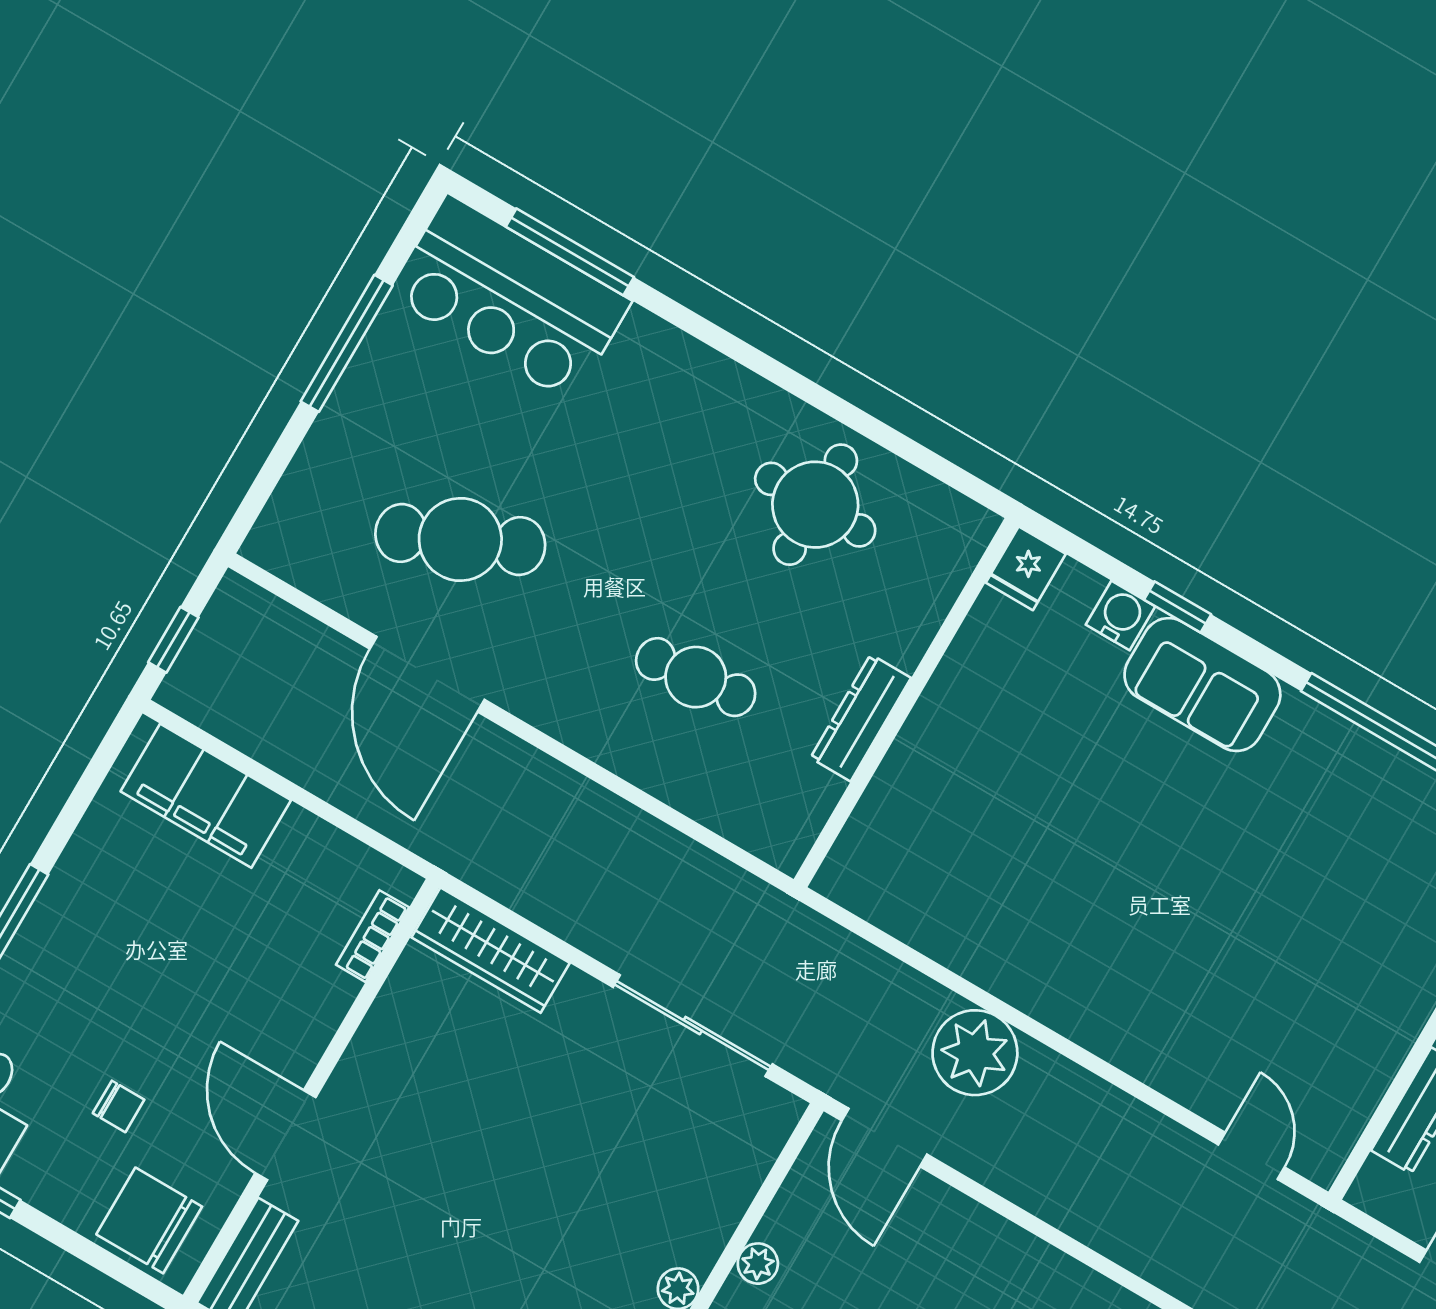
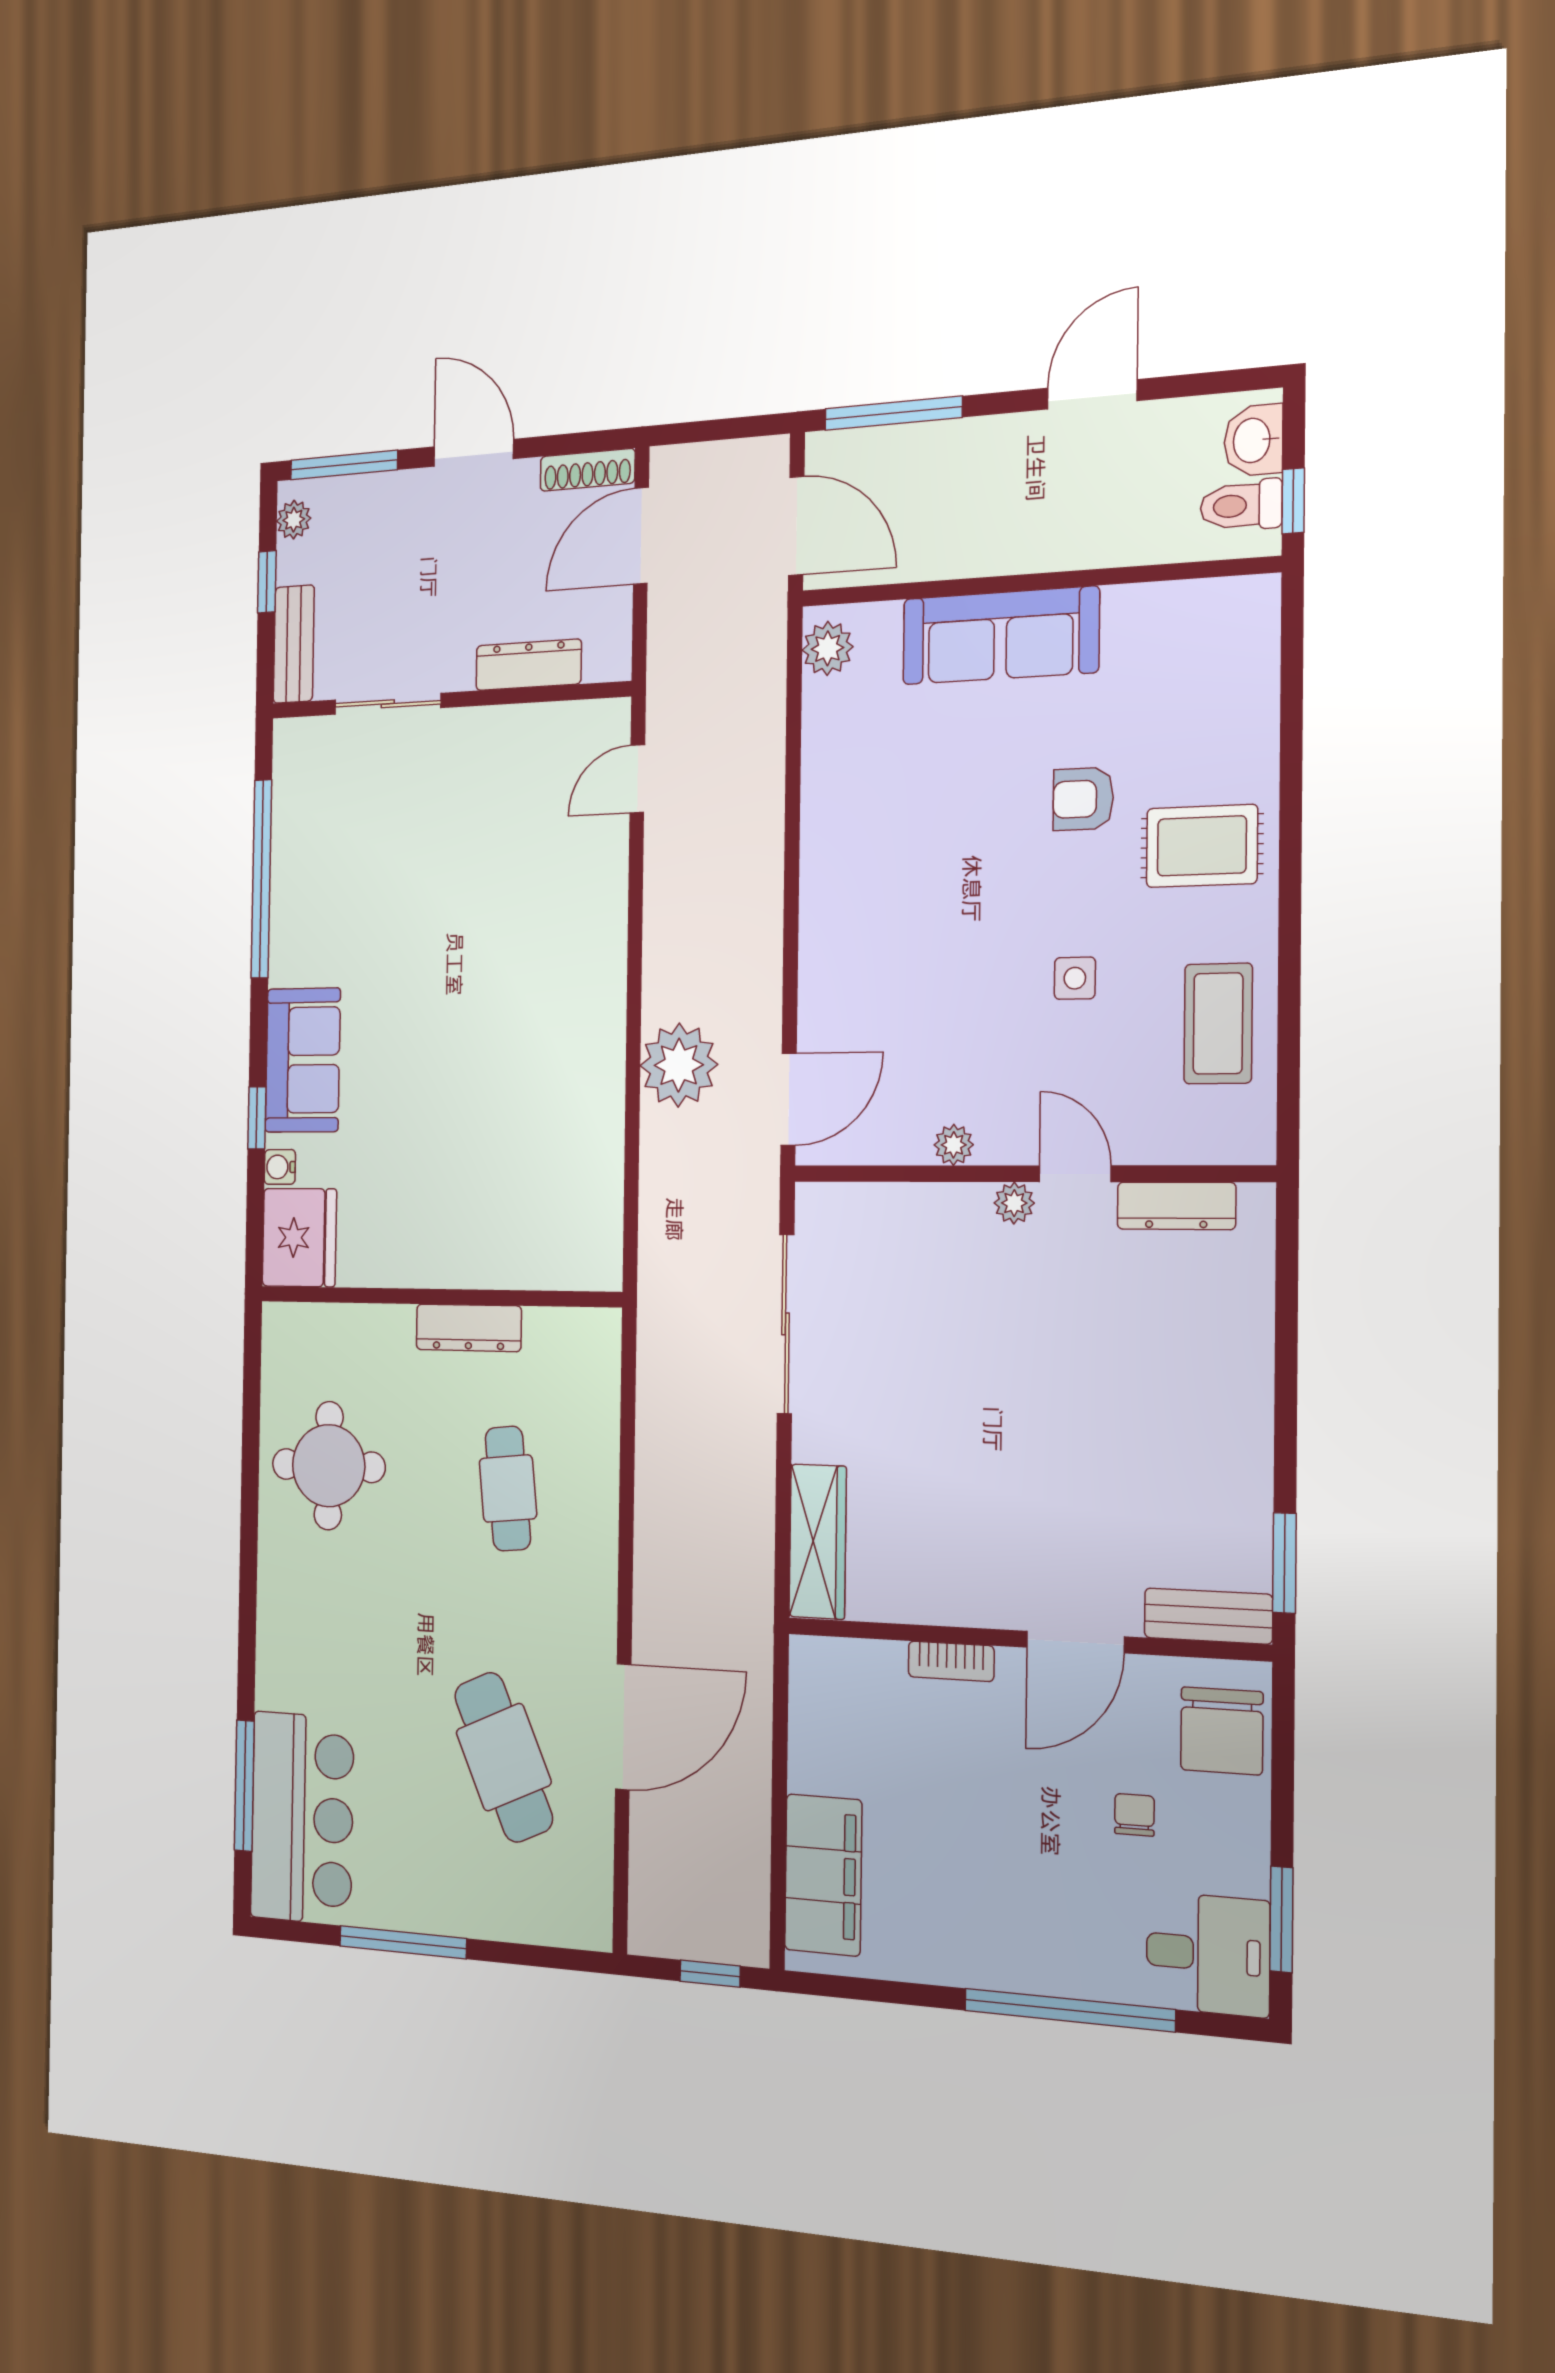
fridge: (1026, 568) -> (299, 1237), width x1.88, depth x1.34
water cooler: (1120, 615) -> (280, 1167), width x0.72, depth x0.72
bookcase: (373, 936) -> (951, 1661), moved

